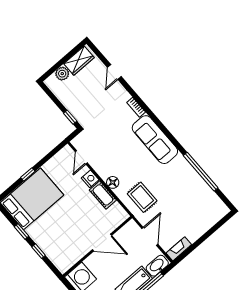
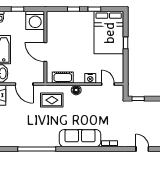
cot: (103, 195) -> (63, 78), moved
door: (102, 243) -> (45, 52), hinge flipped

